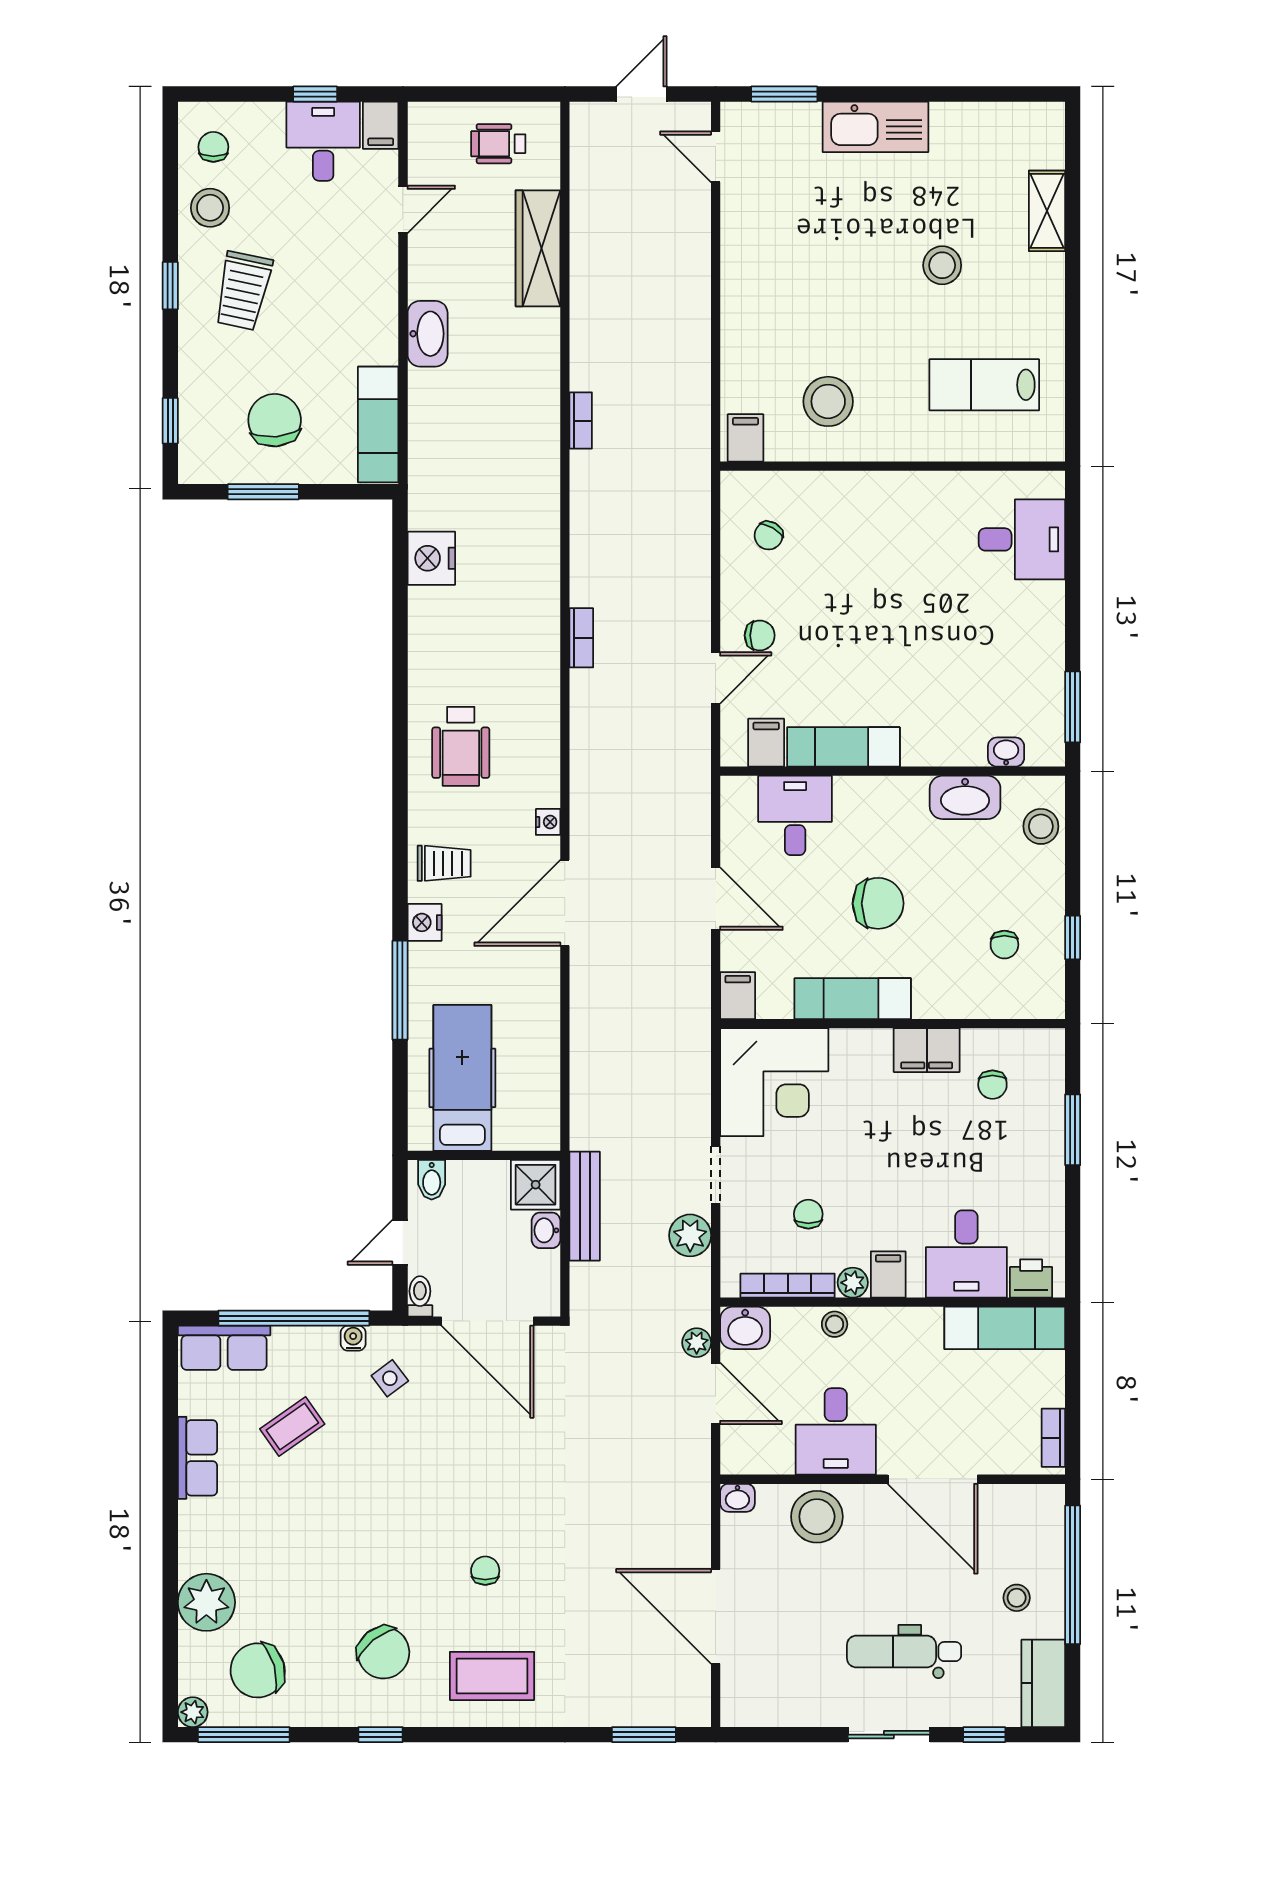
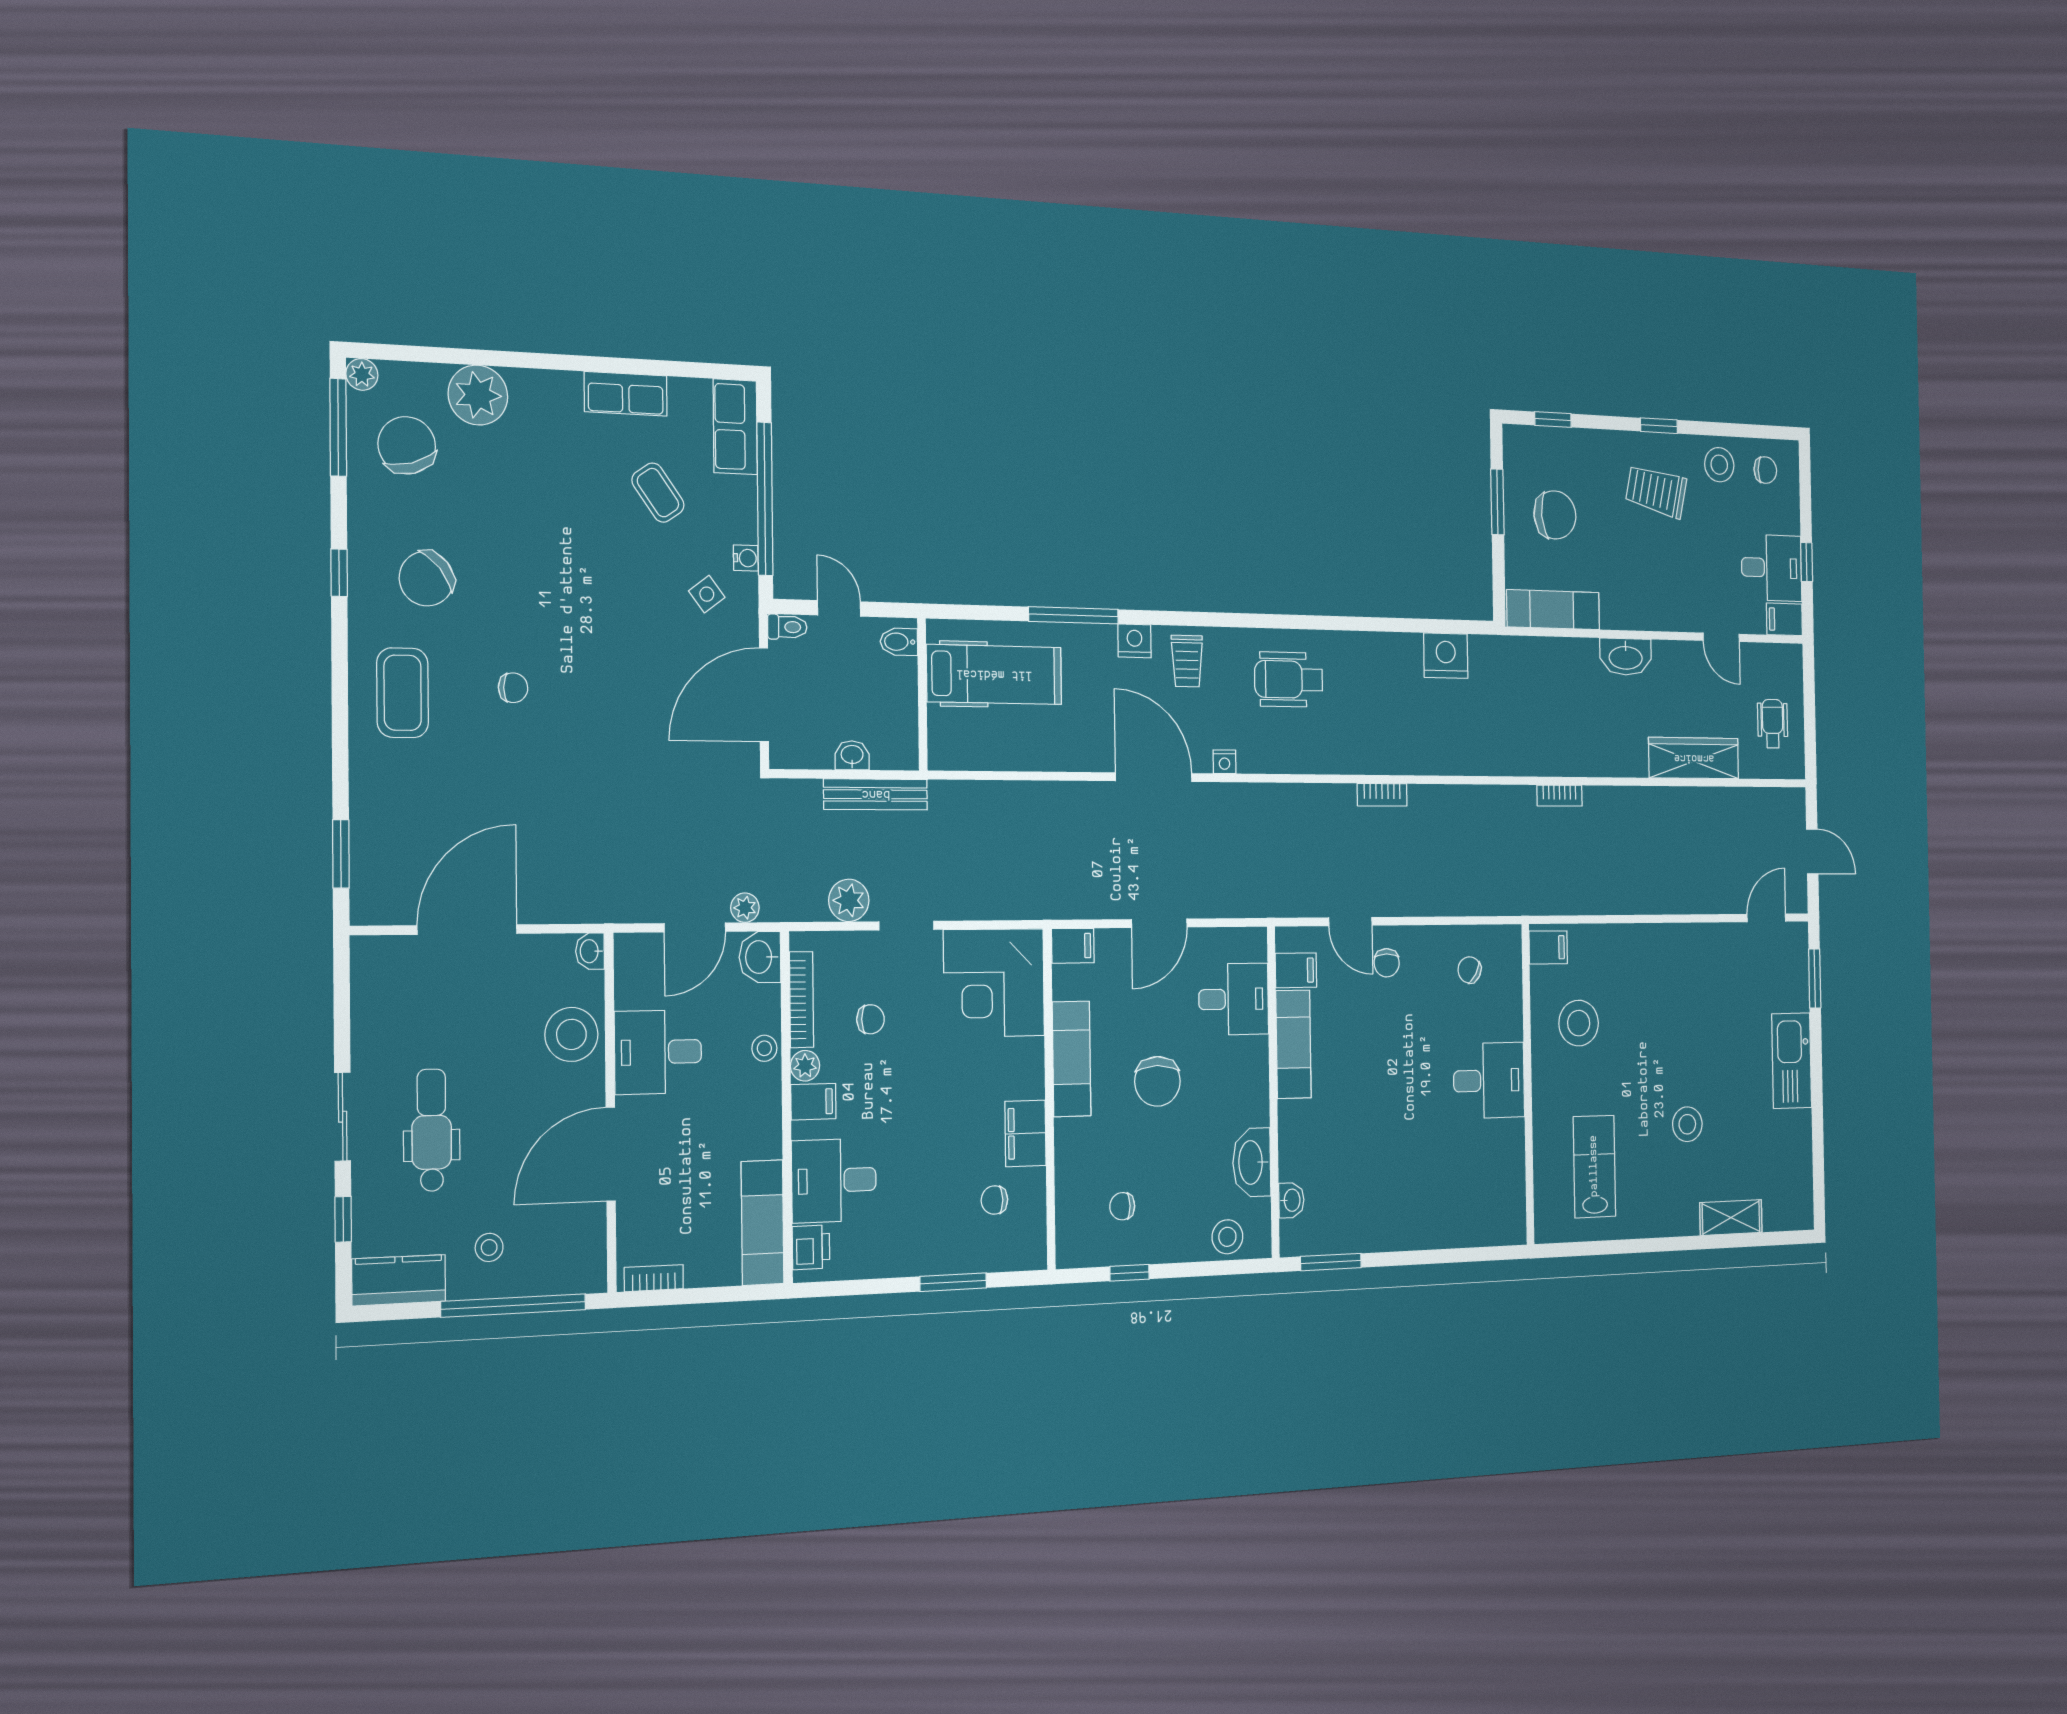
desk: (1022, 539) -> (1489, 1080), moved, turned -90
shower: (536, 1185) -> (895, 745), removed

